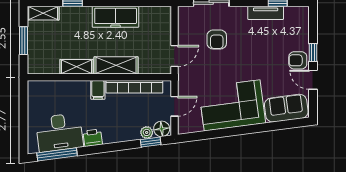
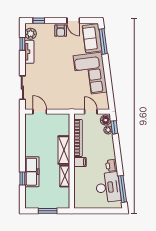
shelving: (43, 13) -> (30, 198), removed
plant: (293, 15) -> (31, 34), added
freezer: (116, 17) -> (32, 172), moved
armchair: (217, 39) -> (47, 84), removed
window: (313, 53) -> (39, 21), moved
door: (174, 56) -> (40, 112), moved
door: (313, 80) -> (73, 21), hinge flipped
window: (281, 125) -> (103, 41), added

